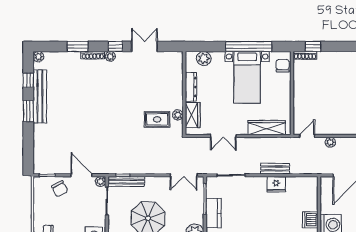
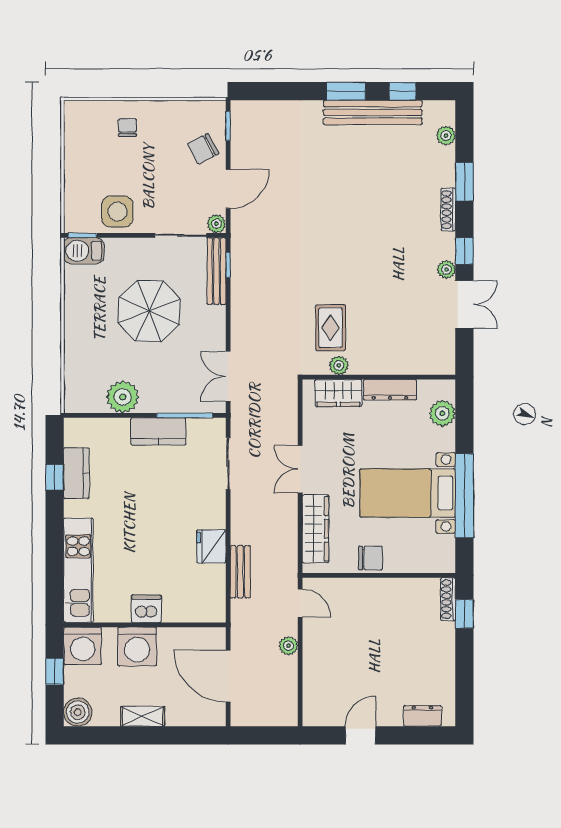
plant: (110, 56) -> (446, 270), moved
plant: (38, 57) -> (446, 136), moved
chair: (283, 66) -> (370, 558), moved
double door: (223, 136) -> (300, 469), moved
bench: (275, 169) -> (240, 572), moved

